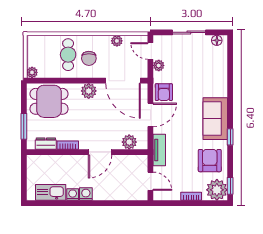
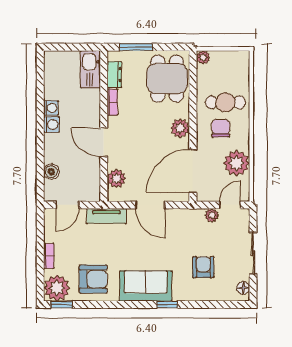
plant: (117, 41) -> (237, 163), width x1.88, depth x1.88
chair: (89, 58) -> (221, 128), turned 90
armchair: (164, 92) -> (203, 267), moved, turned 90
window: (230, 137) -> (167, 305), moved
kitchen sink: (51, 192) -> (90, 69), moved, turned 180
boiler: (124, 194) -> (51, 172), added

